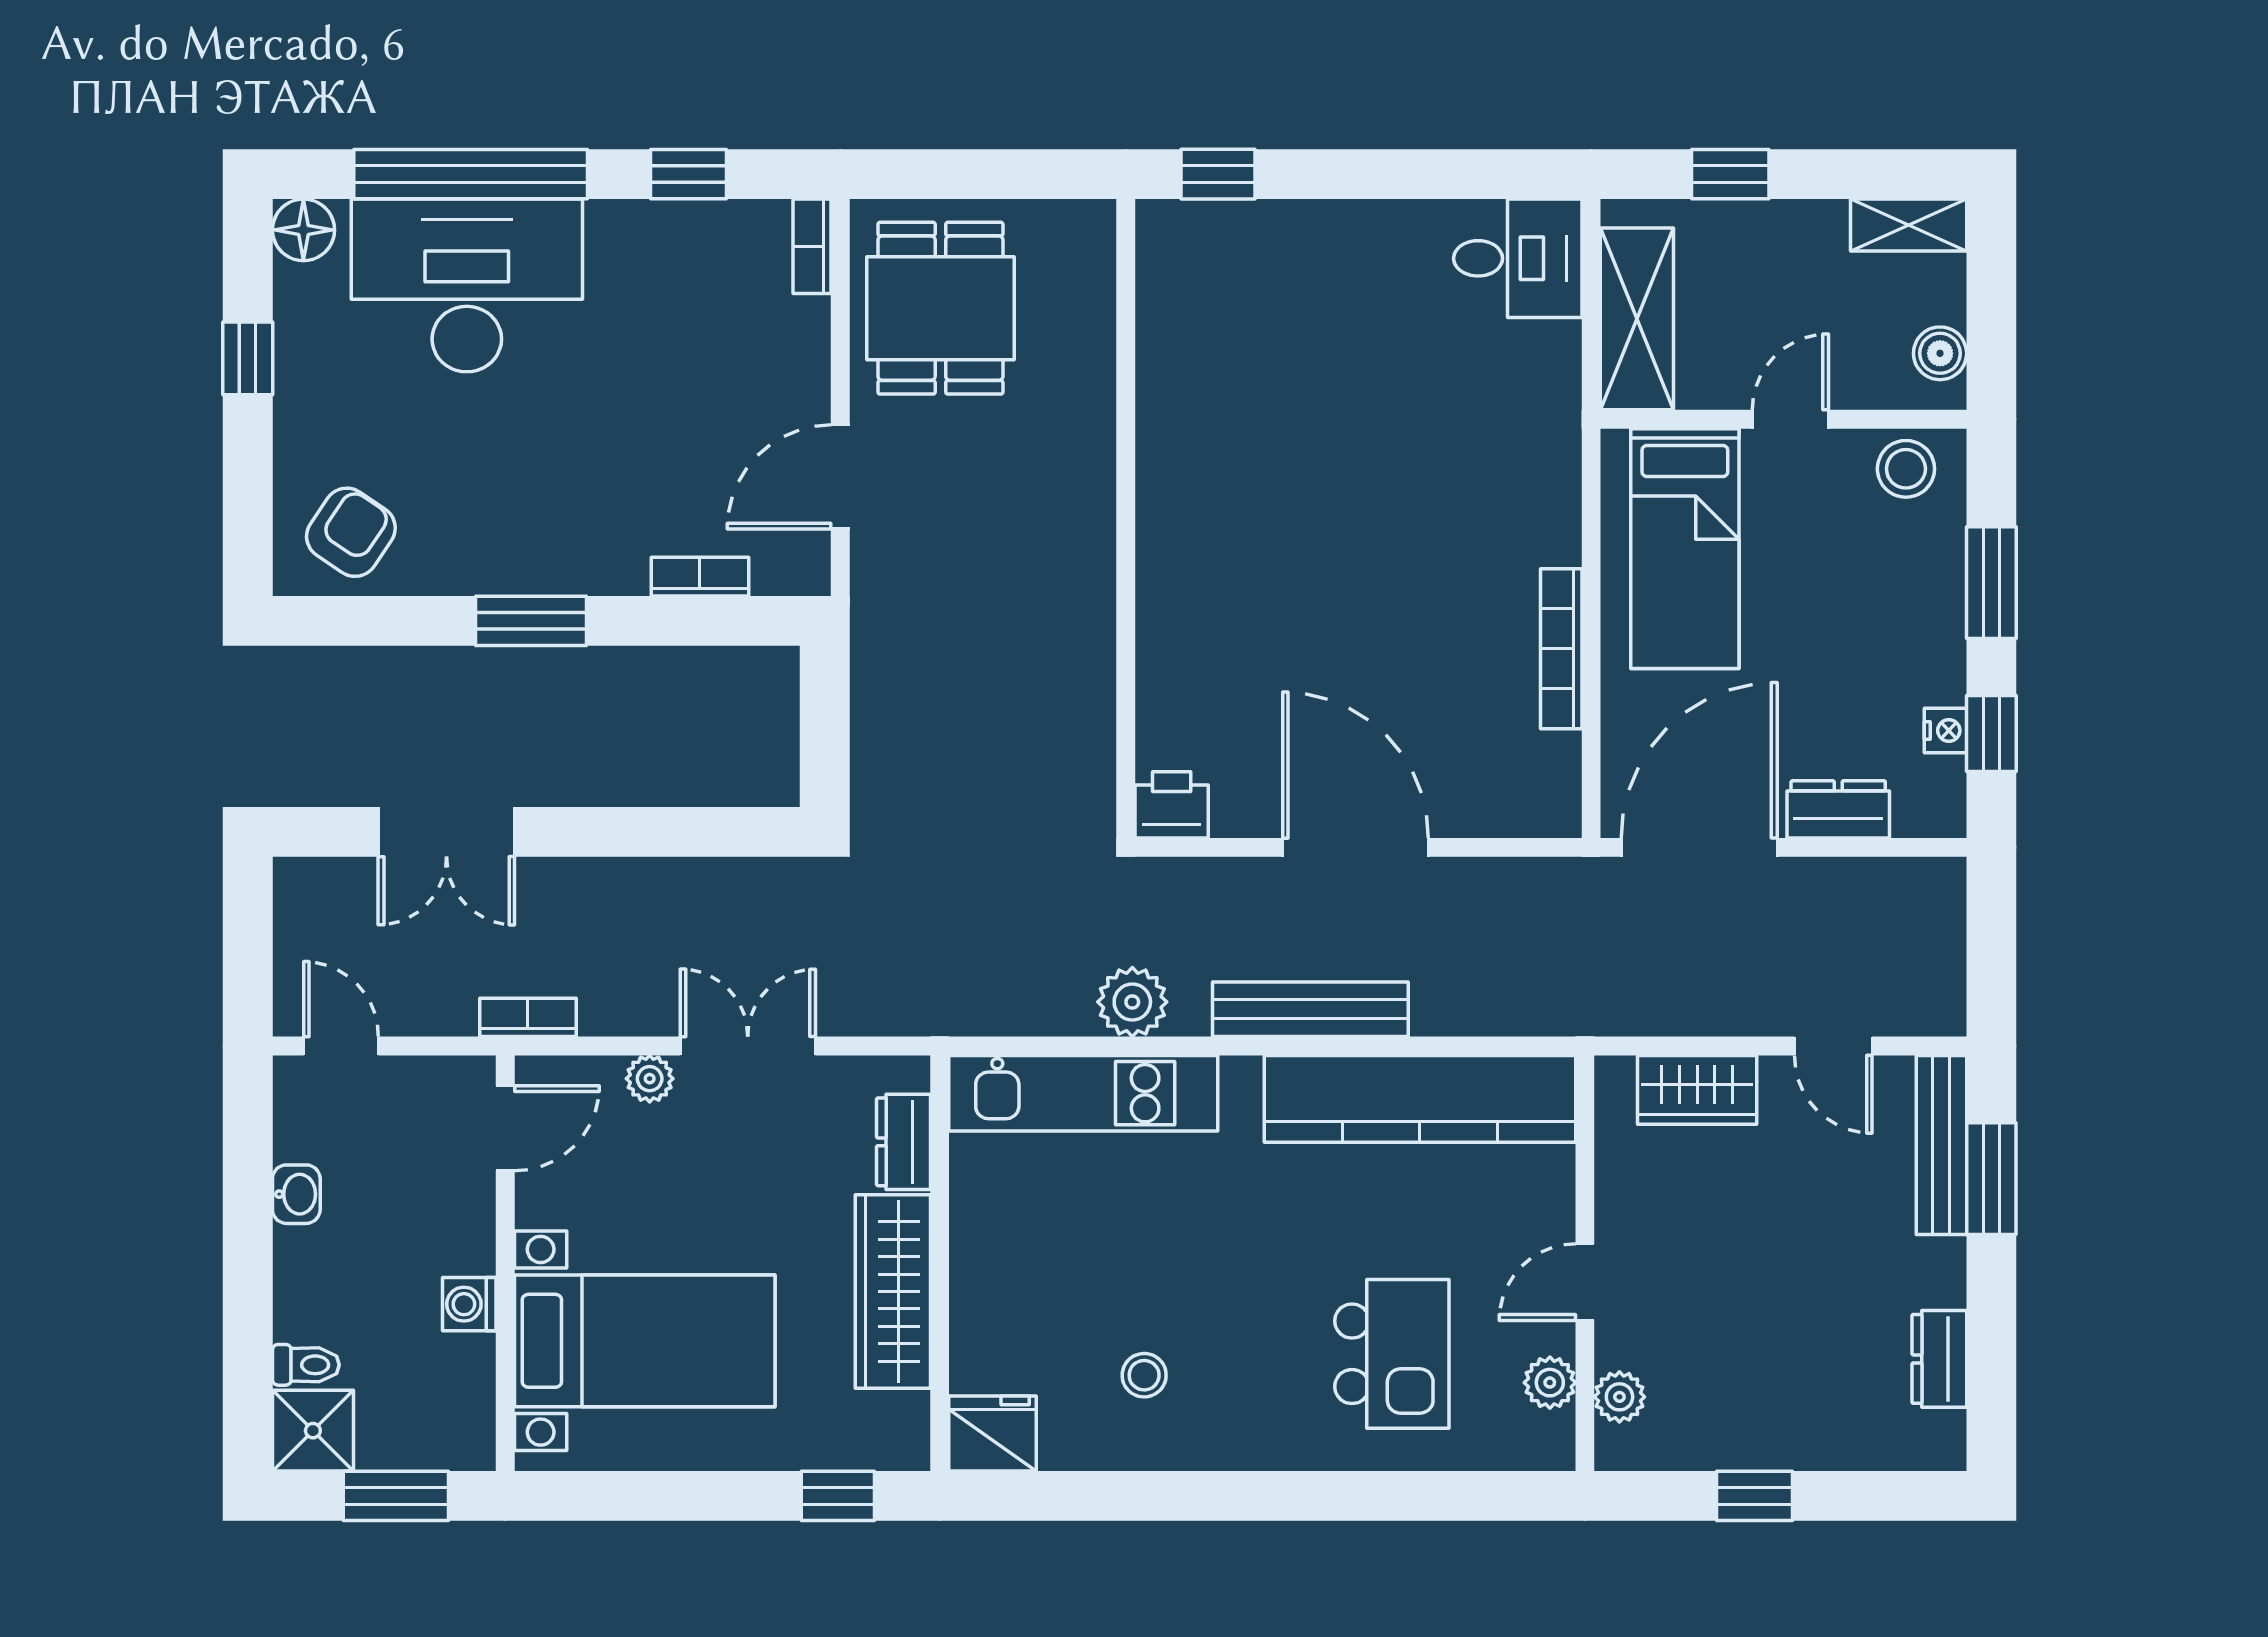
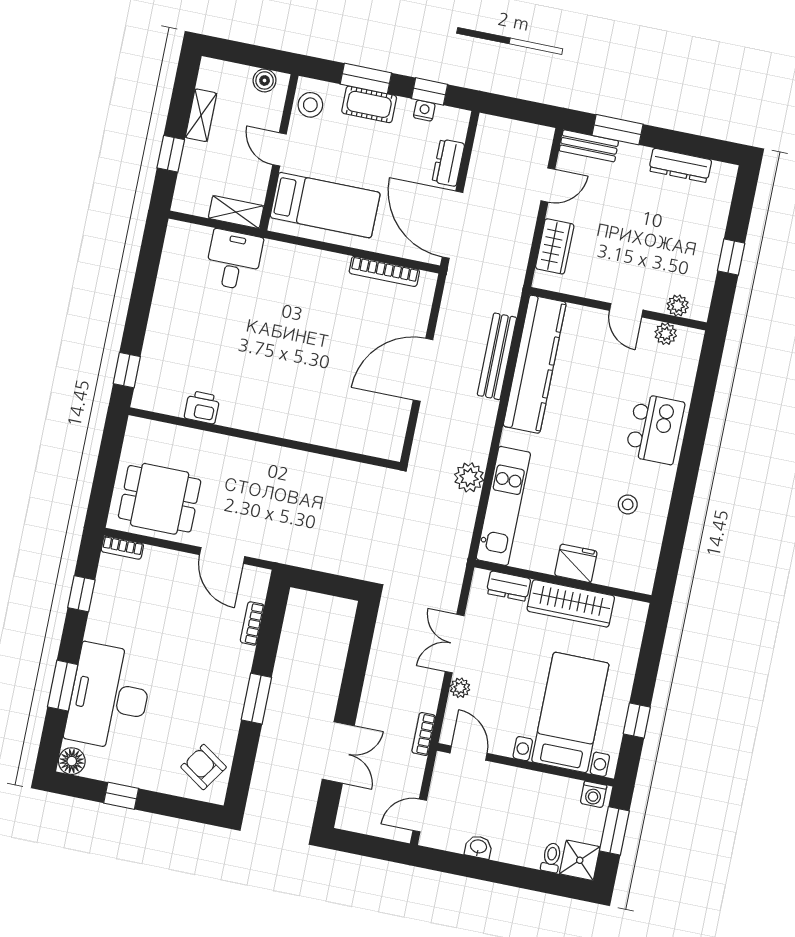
window: (471, 174) -> (63, 686), width x0.47
shelving: (1909, 225) -> (201, 115), moved
desk: (1518, 258) -> (234, 260), moved
shelving: (1637, 319) -> (236, 212), width x0.67, depth x0.75
cot: (1934, 602) -> (369, 104), added
bookcase: (1561, 649) -> (384, 271), moved
printer: (1172, 805) -> (202, 407), moved, turned 90
bench: (1310, 1009) -> (497, 356), moved
bench: (1941, 1145) -> (589, 146), width x0.73
washing machine: (469, 1304) -> (594, 794), moved
kitchen island: (1392, 1354) -> (655, 429), moved, turned 90
dresser: (1939, 1359) -> (680, 165), width x1.44
fridge: (992, 1433) -> (576, 563), moved, turned 90
window: (838, 1496) -> (637, 720), moved

